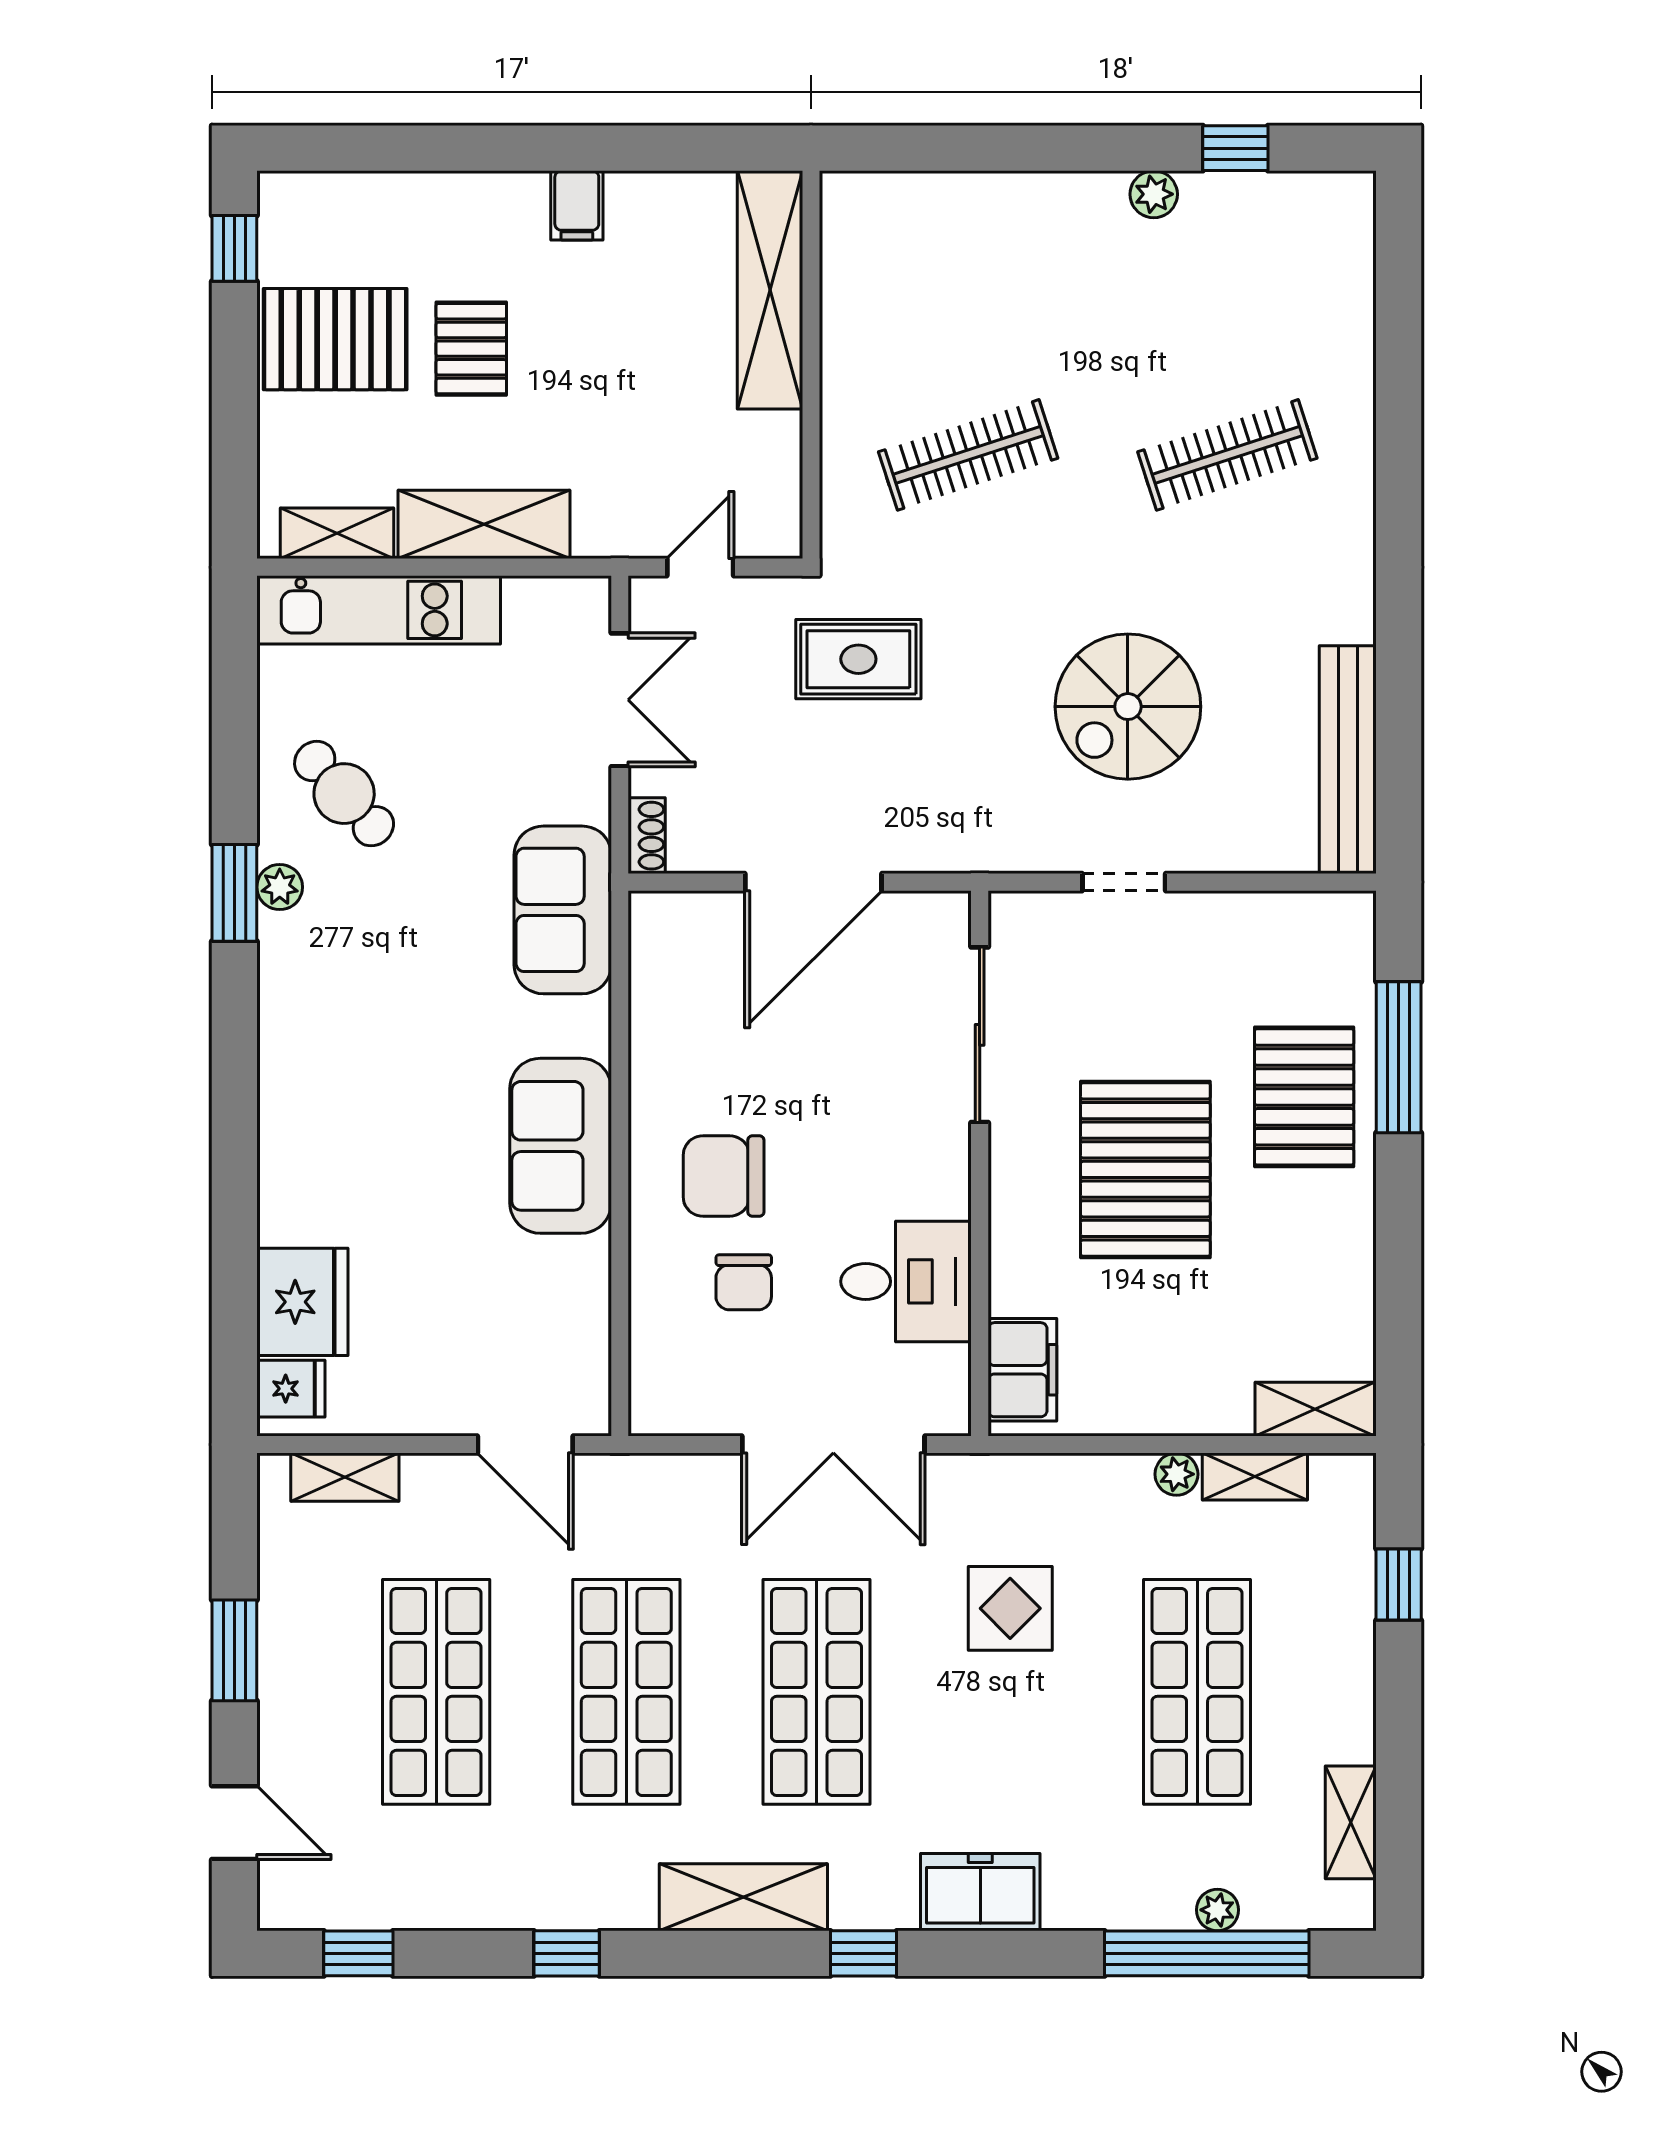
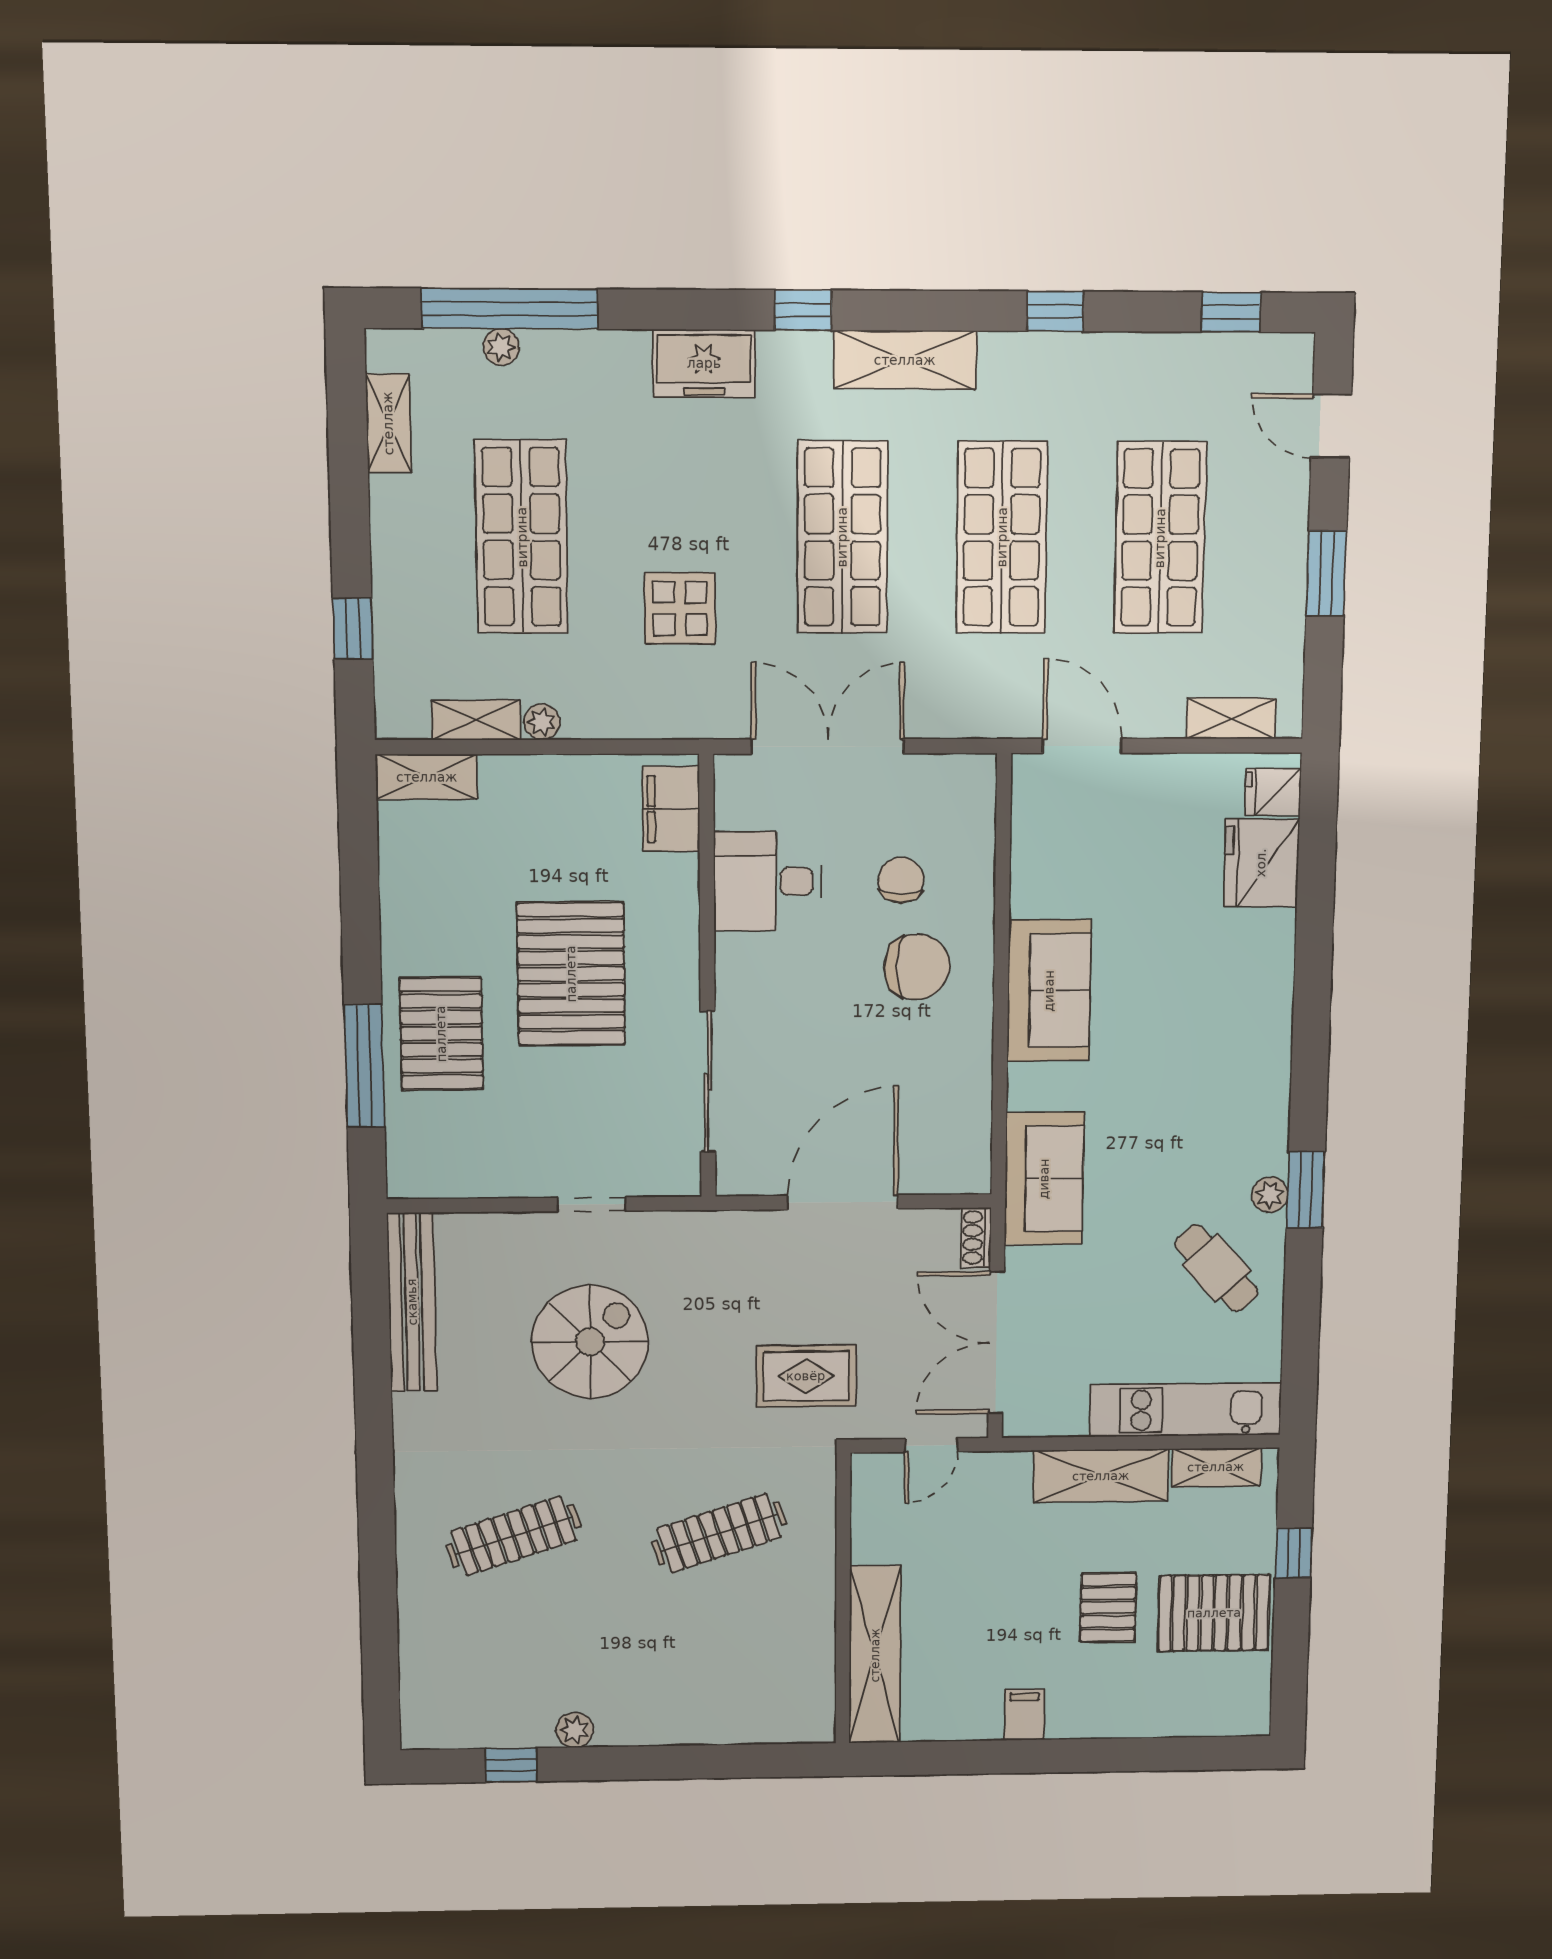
window: (234, 248) -> (1294, 1553), moved
double door: (620, 700) -> (996, 1343), width x1.37

